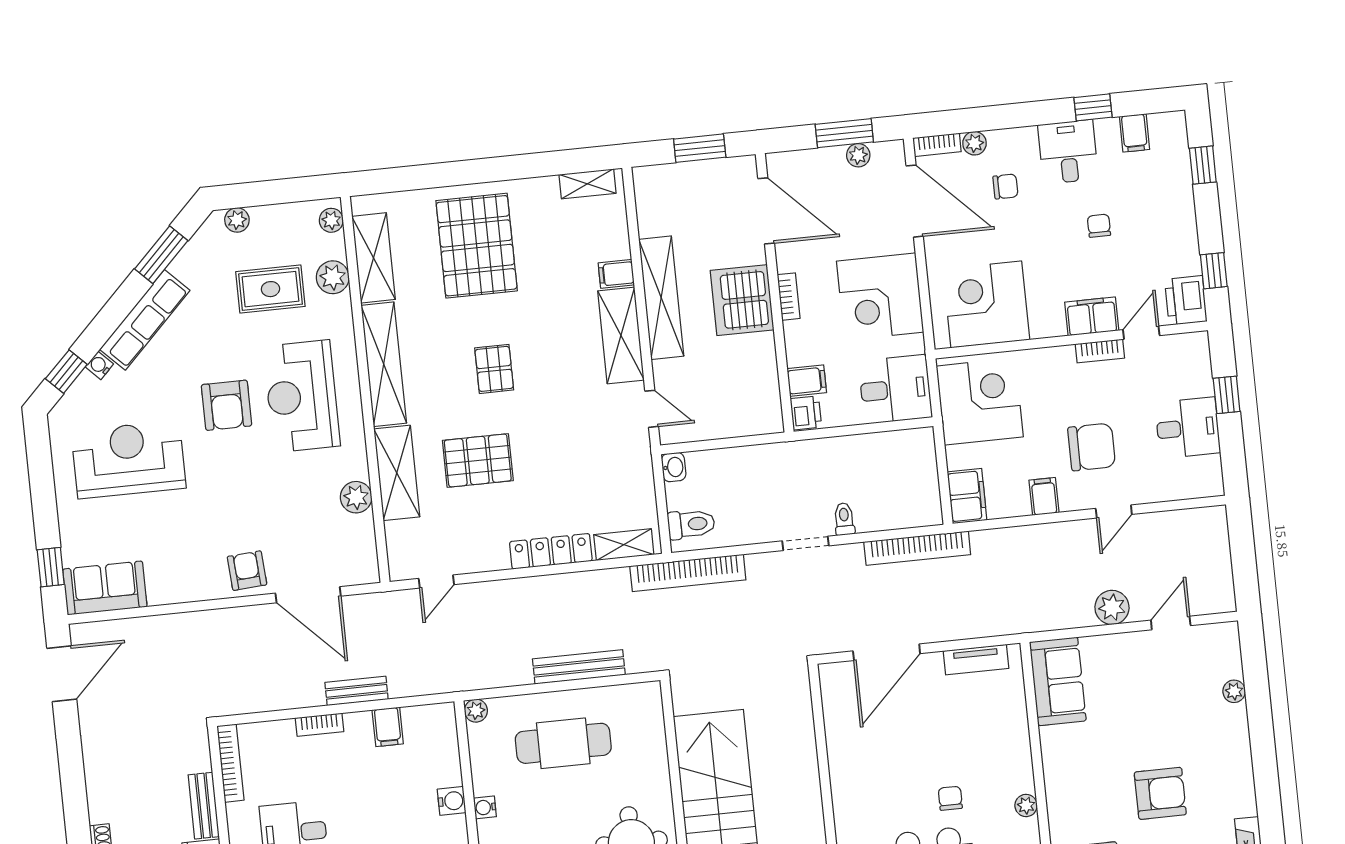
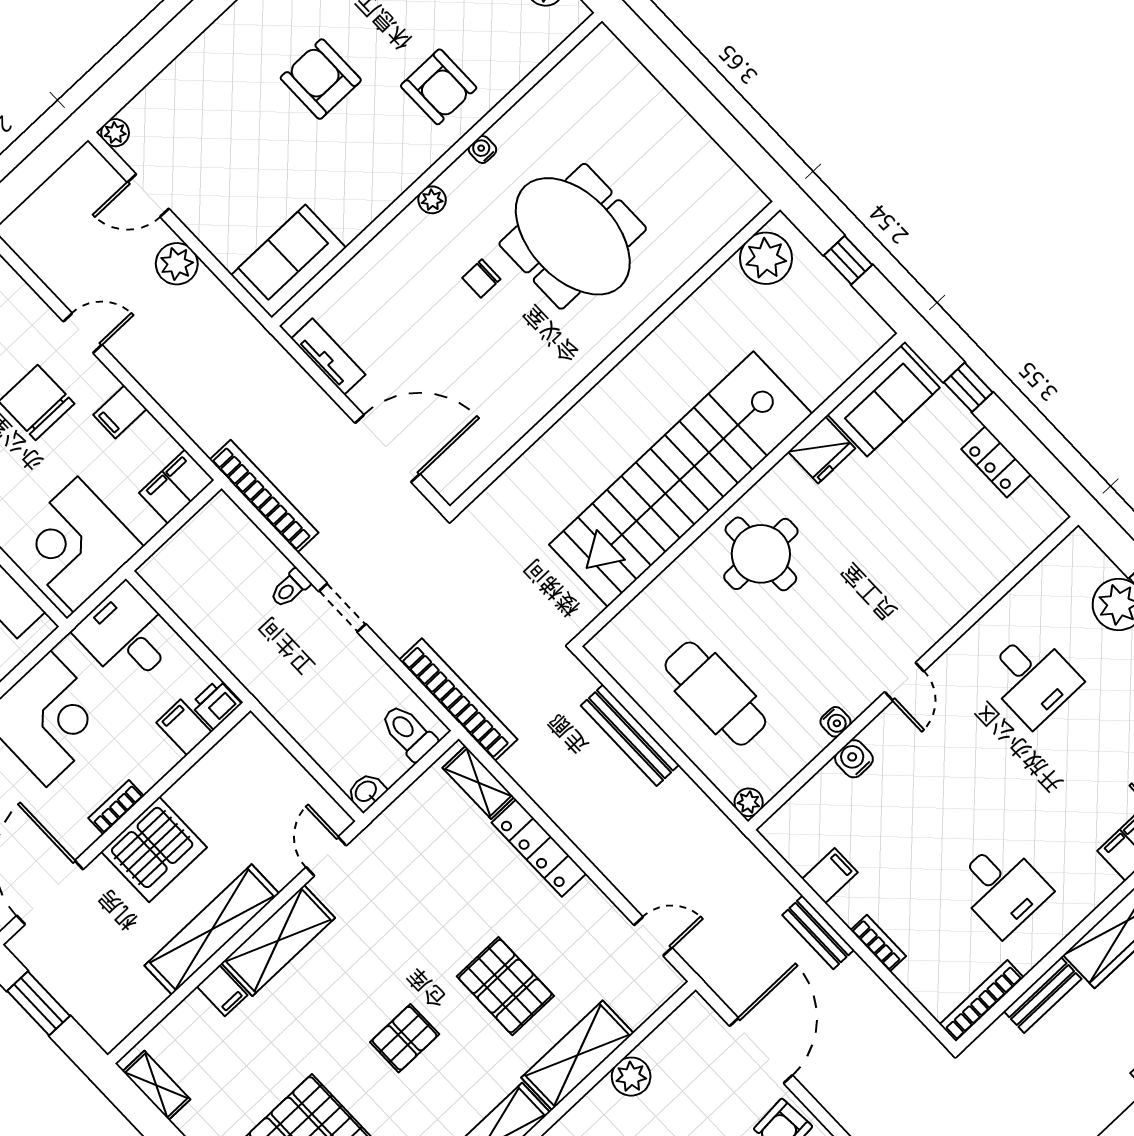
plant: (1234, 691) -> (115, 133), moved

